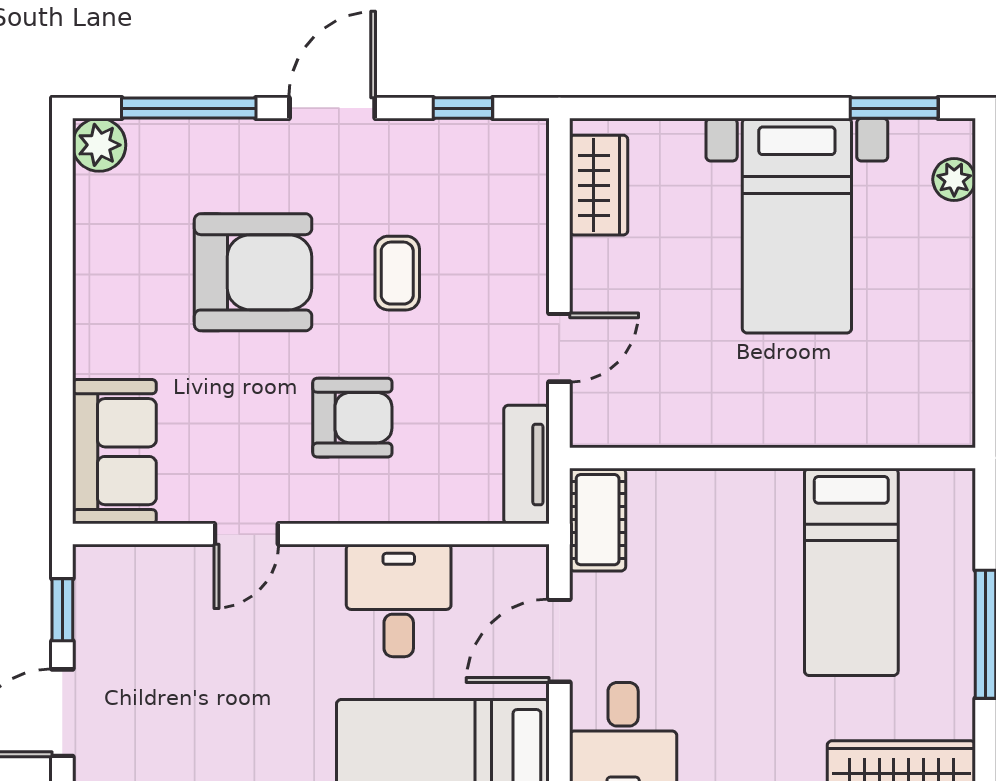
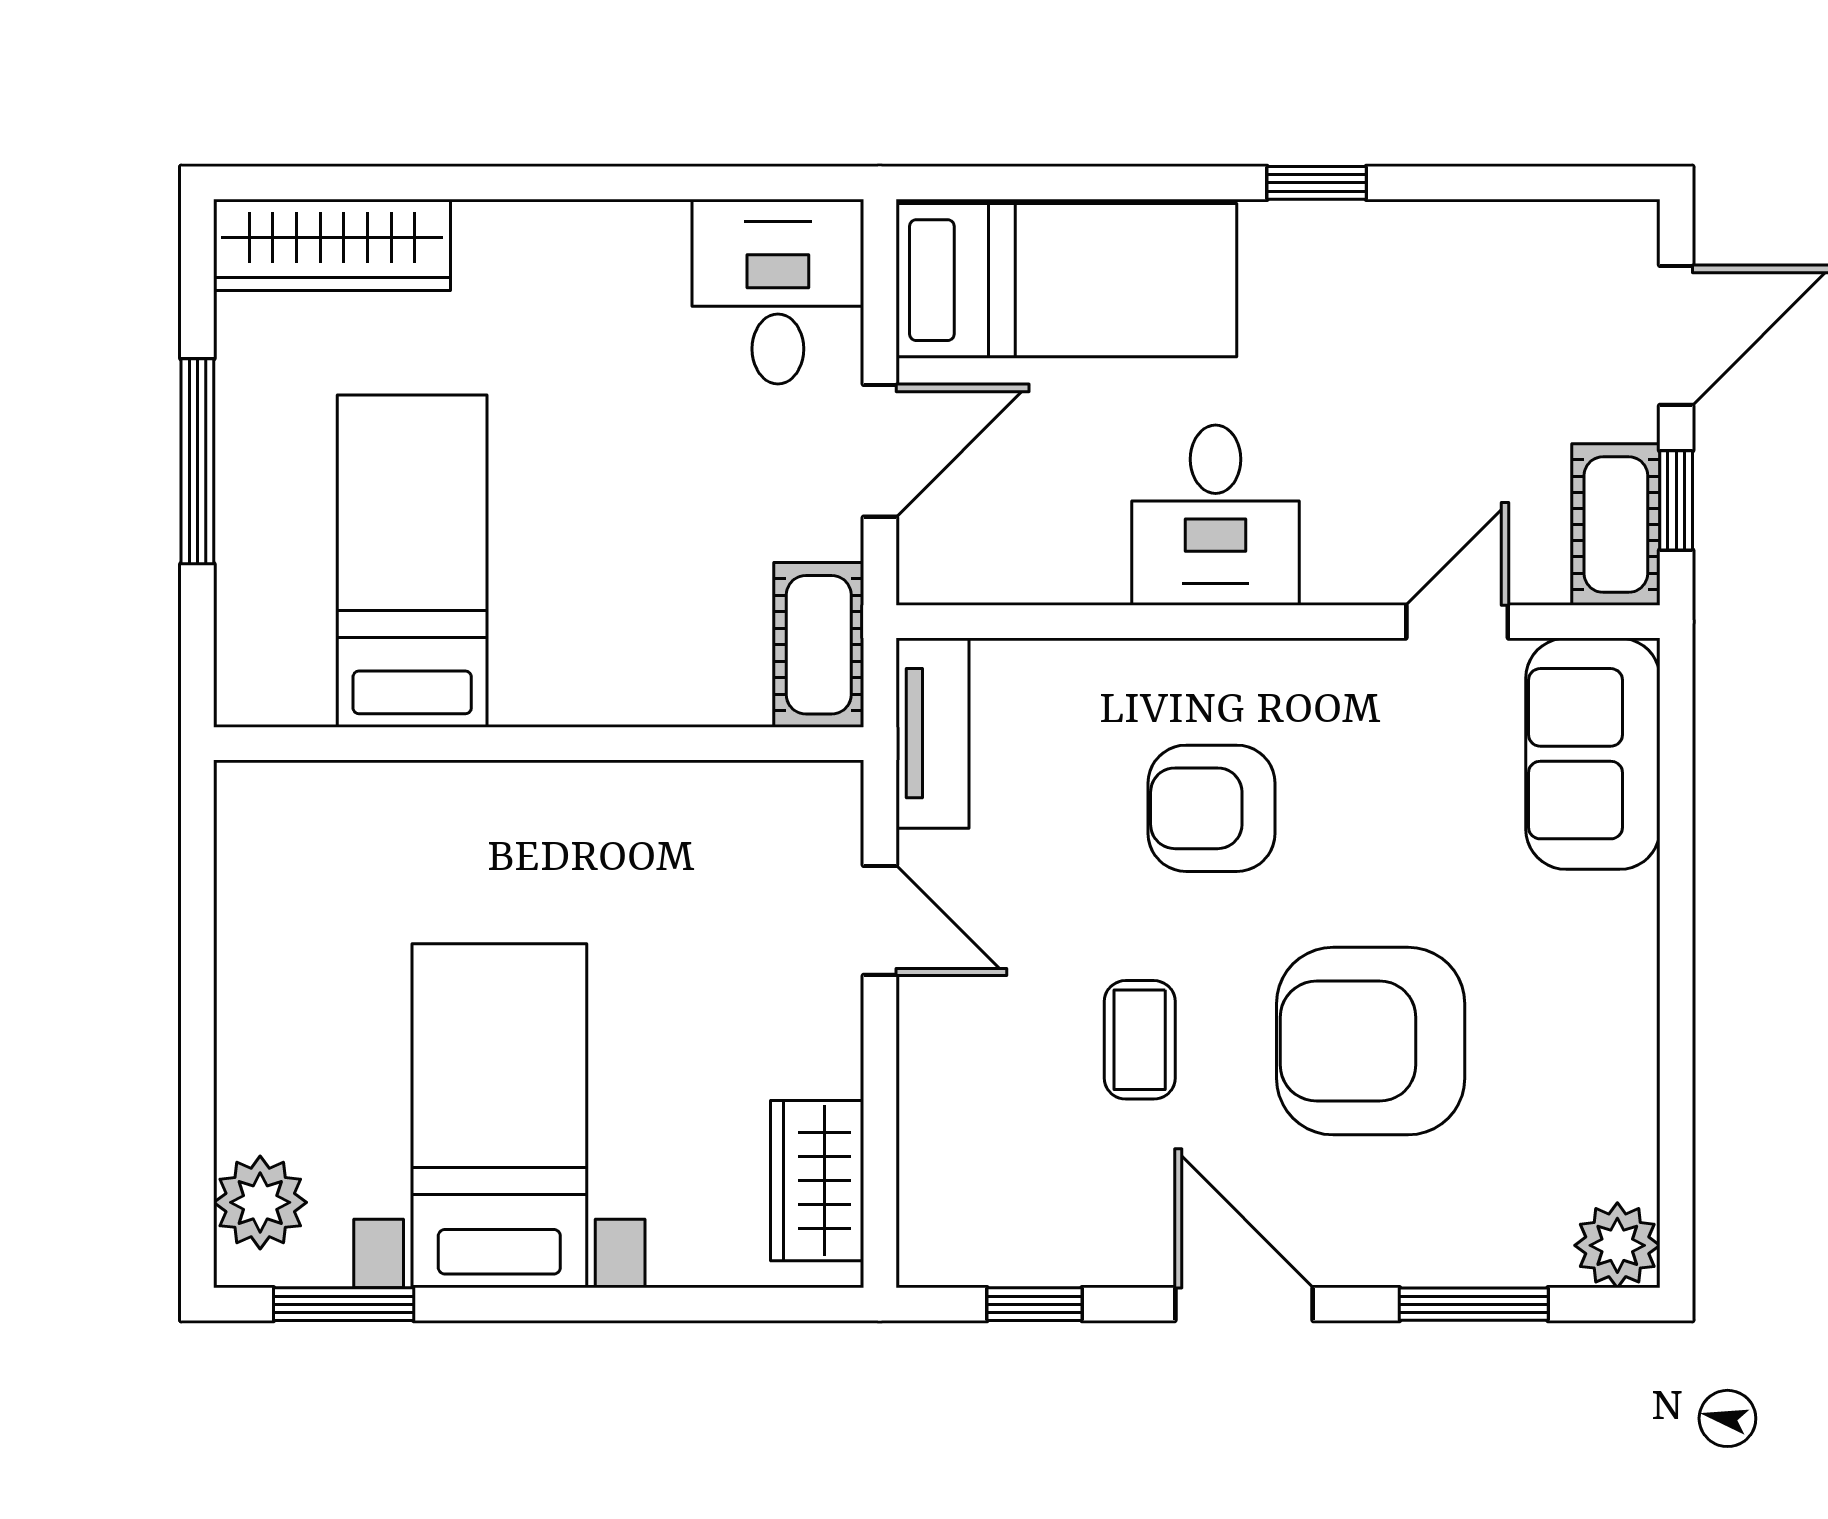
window: (189, 108) -> (1474, 1304), width x0.69
door: (332, 108) -> (1244, 1304), swing flipped
plant: (954, 179) -> (260, 1202), width x1.38, depth x1.38
door: (559, 348) -> (880, 920), swing flipped
door: (246, 534) -> (1457, 622), moved
cot: (100, 595) -> (1616, 525), added
desk: (399, 601) -> (1216, 515), moved

